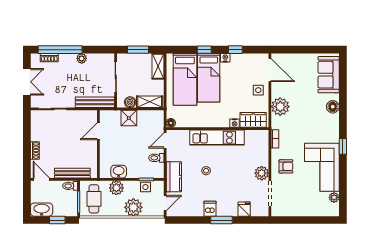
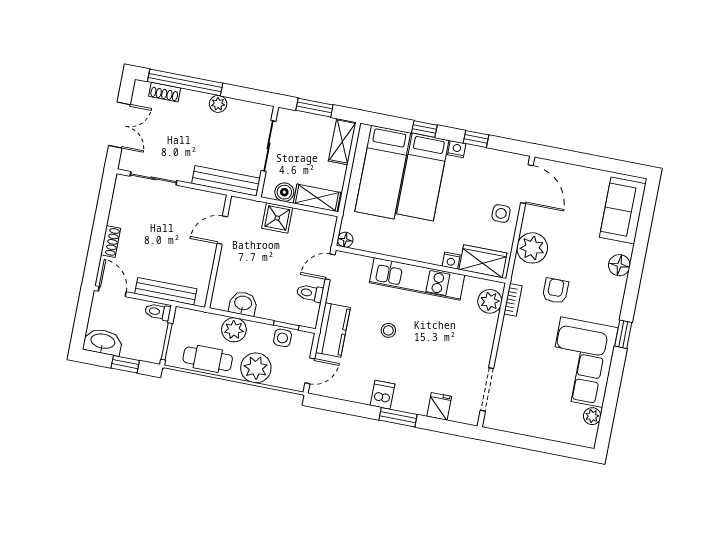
armchair: (286, 166) -> (555, 291), moved, turned -90
plant: (262, 173) -> (490, 301), moved
cafe table: (94, 199) -> (208, 359), moved, turned 90

